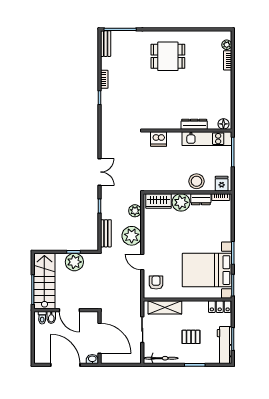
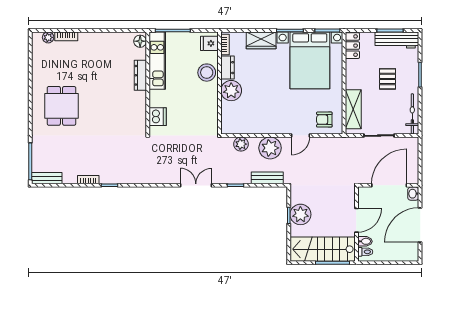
wardrobe: (158, 201) -> (261, 40), moved, turned 90

